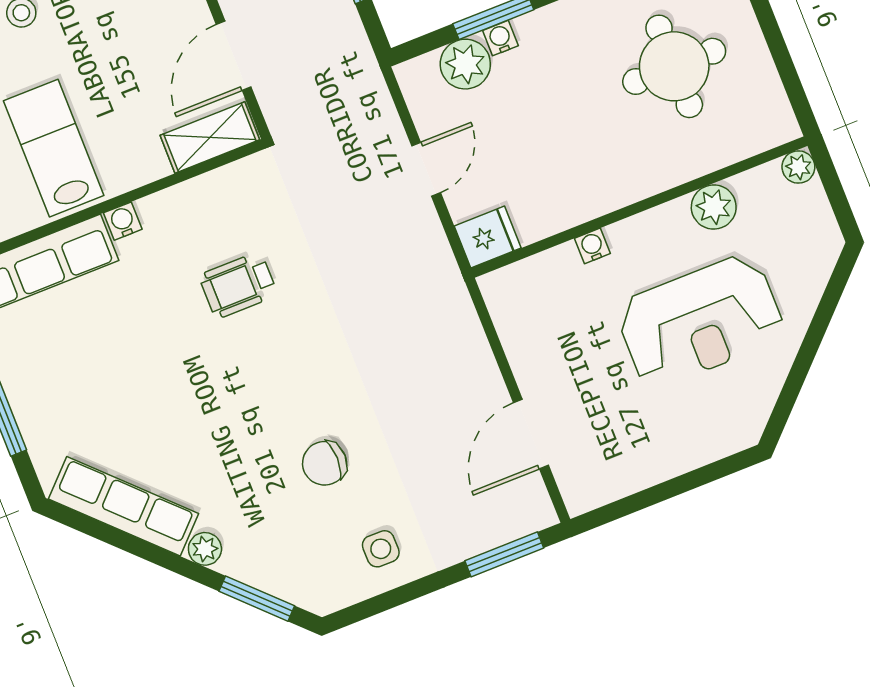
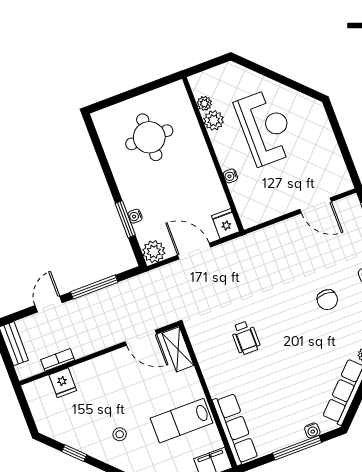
plant: (465, 64) -> (154, 252), moved
plant: (798, 167) -> (204, 103), moved
door: (426, 169) -> (194, 251), width x1.38
water cooler: (123, 221) -> (312, 431), moved, turned -90

